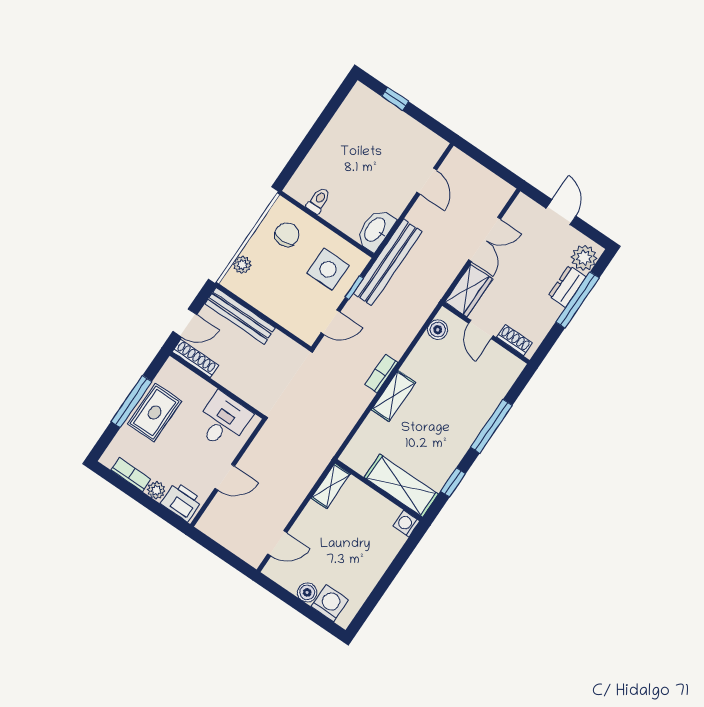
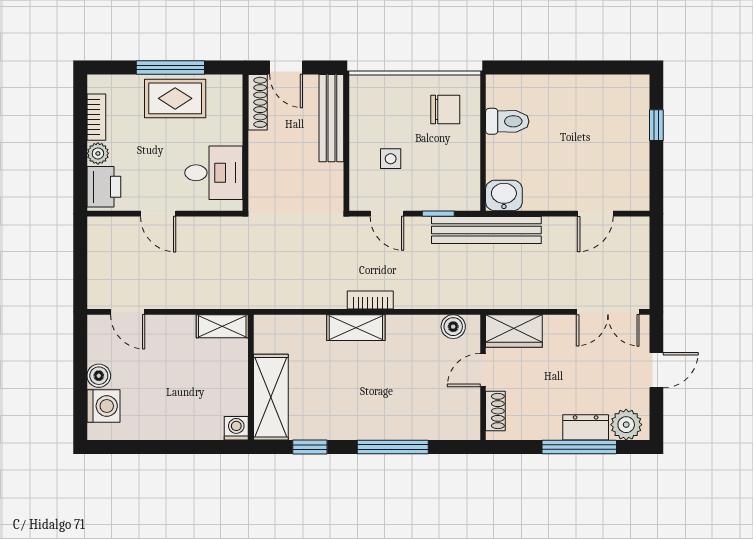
toilet: (318, 201) -> (507, 121), width x1.37, depth x1.39
washbasin: (376, 230) -> (504, 195), width x0.72
double door: (485, 239) -> (608, 312), moved
plant: (242, 265) -> (384, 85), removed
side table: (328, 269) -> (391, 159), moved, width x0.54, depth x0.54

